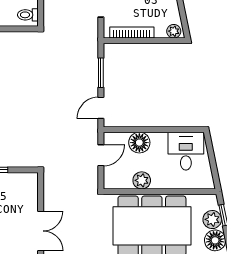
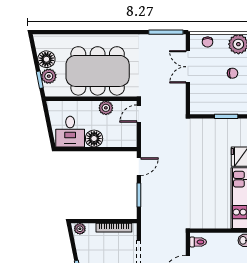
floor lamp: (139, 143) -> (94, 139), moved
door: (101, 155) -> (139, 114), moved

